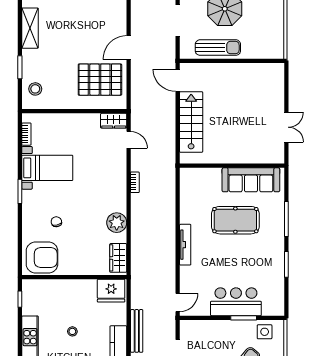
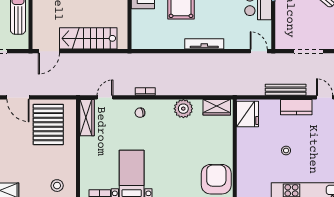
wardrobe: (114, 121) -> (87, 118), width x1.50
chair: (56, 222) -> (140, 113), moved

